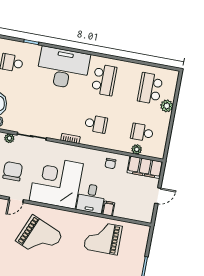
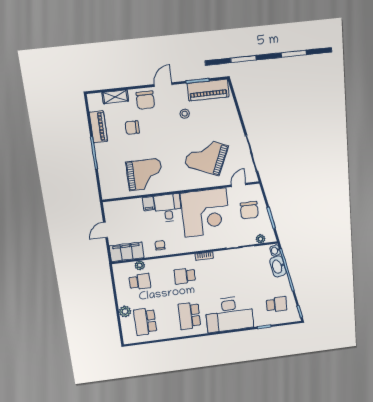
school desk: (150, 88) -> (145, 322), turned 180

